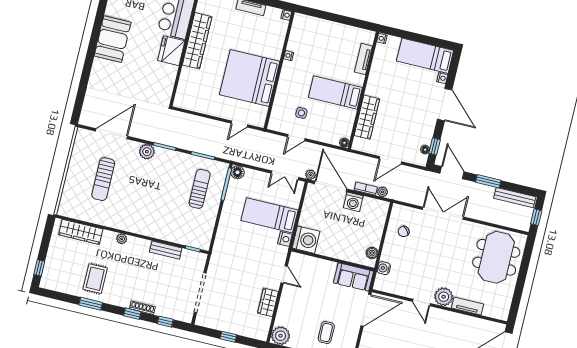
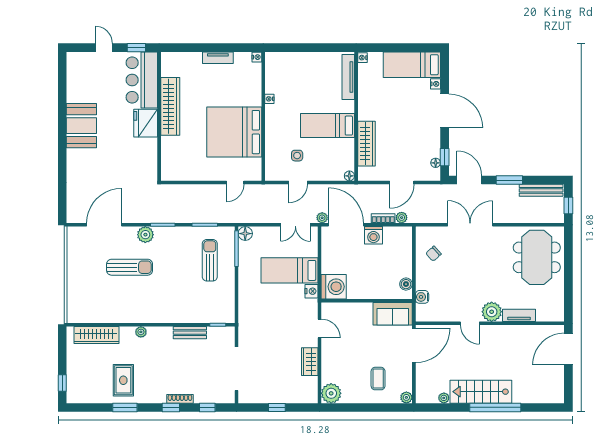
tv unit: (363, 59) -> (348, 77), width x1.41
sun lounger: (103, 179) -> (130, 267), moved, turned -90

